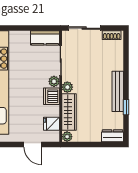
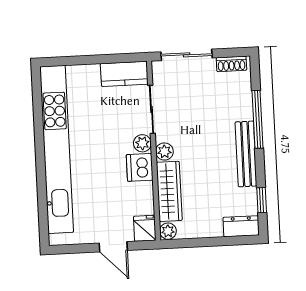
window: (126, 70) -> (257, 119), added
window: (126, 107) -> (262, 200), moved
fridge: (52, 124) -> (145, 228), moved, turned 90

